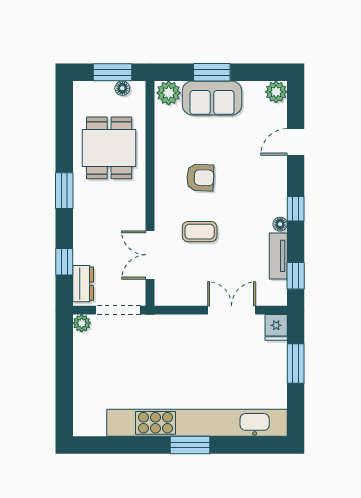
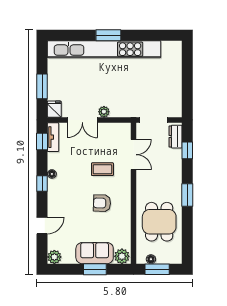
tv unit: (278, 256) -> (53, 137), moved
plant: (82, 323) -> (104, 112), moved

